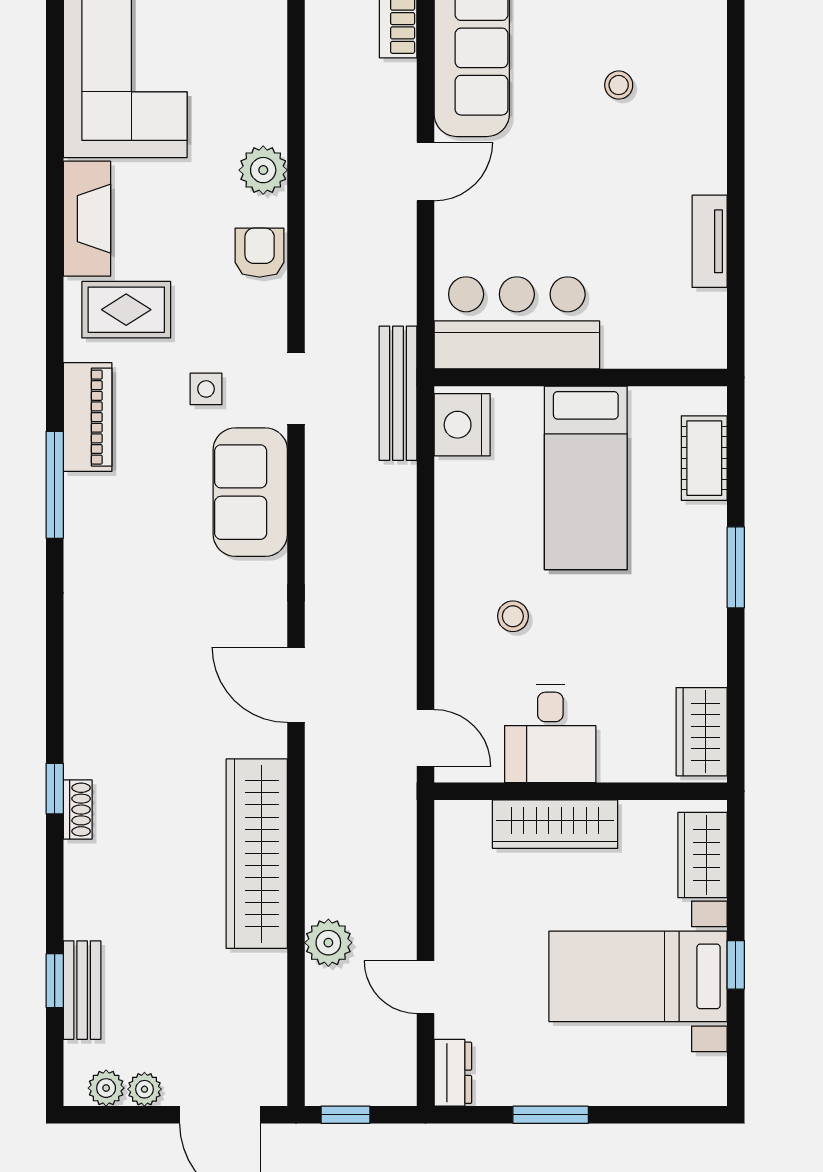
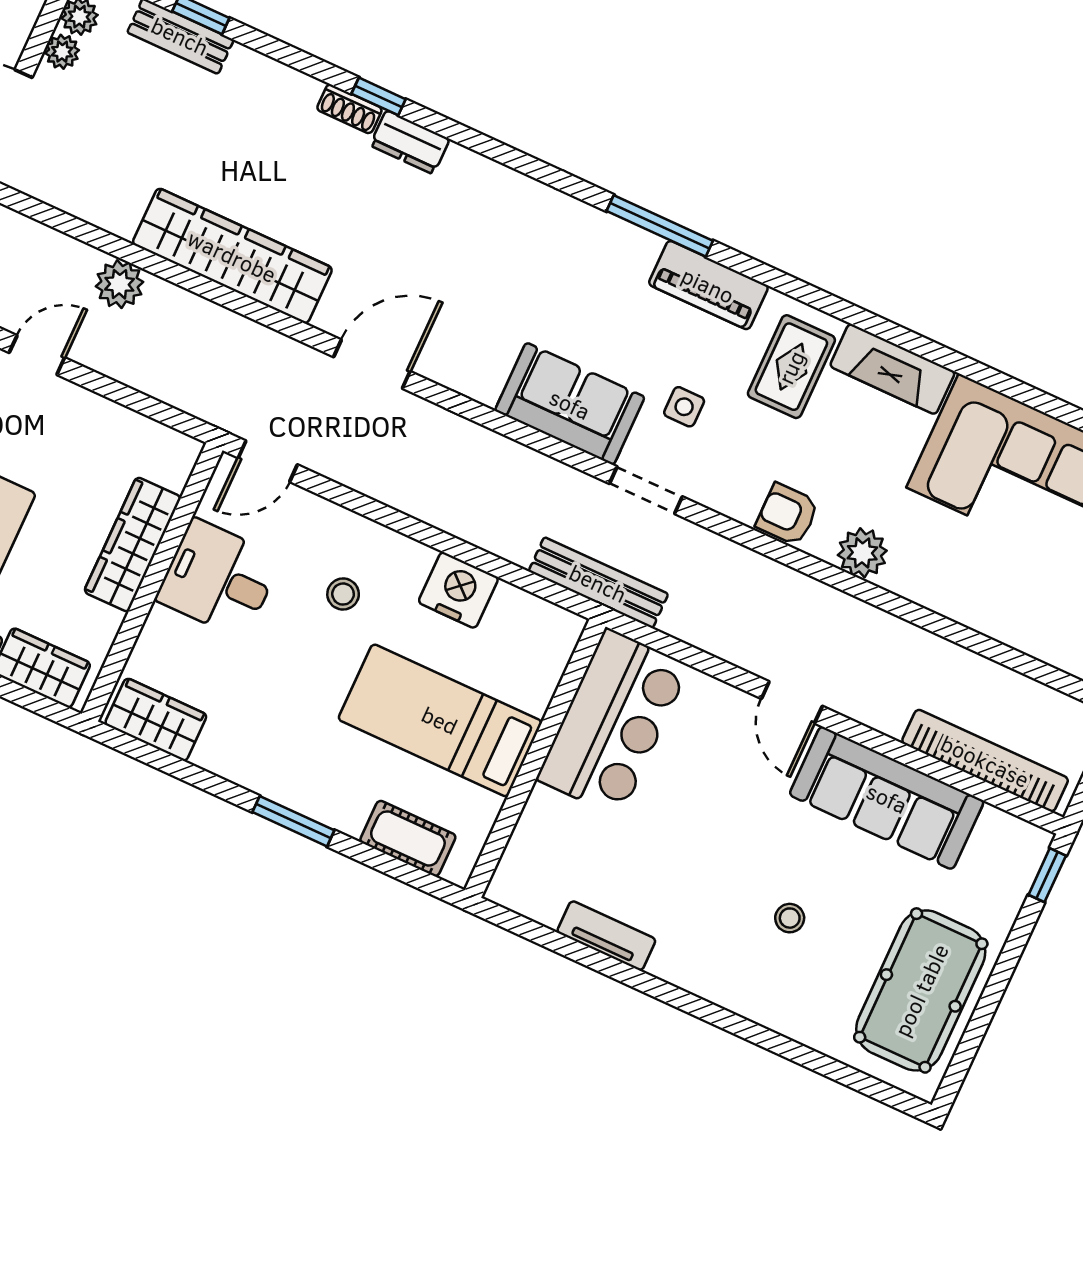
armchair: (260, 253) -> (787, 514), turned 180
nightstand: (462, 425) -> (458, 590), moved
dresser: (83, 742) -> (410, 142), added

